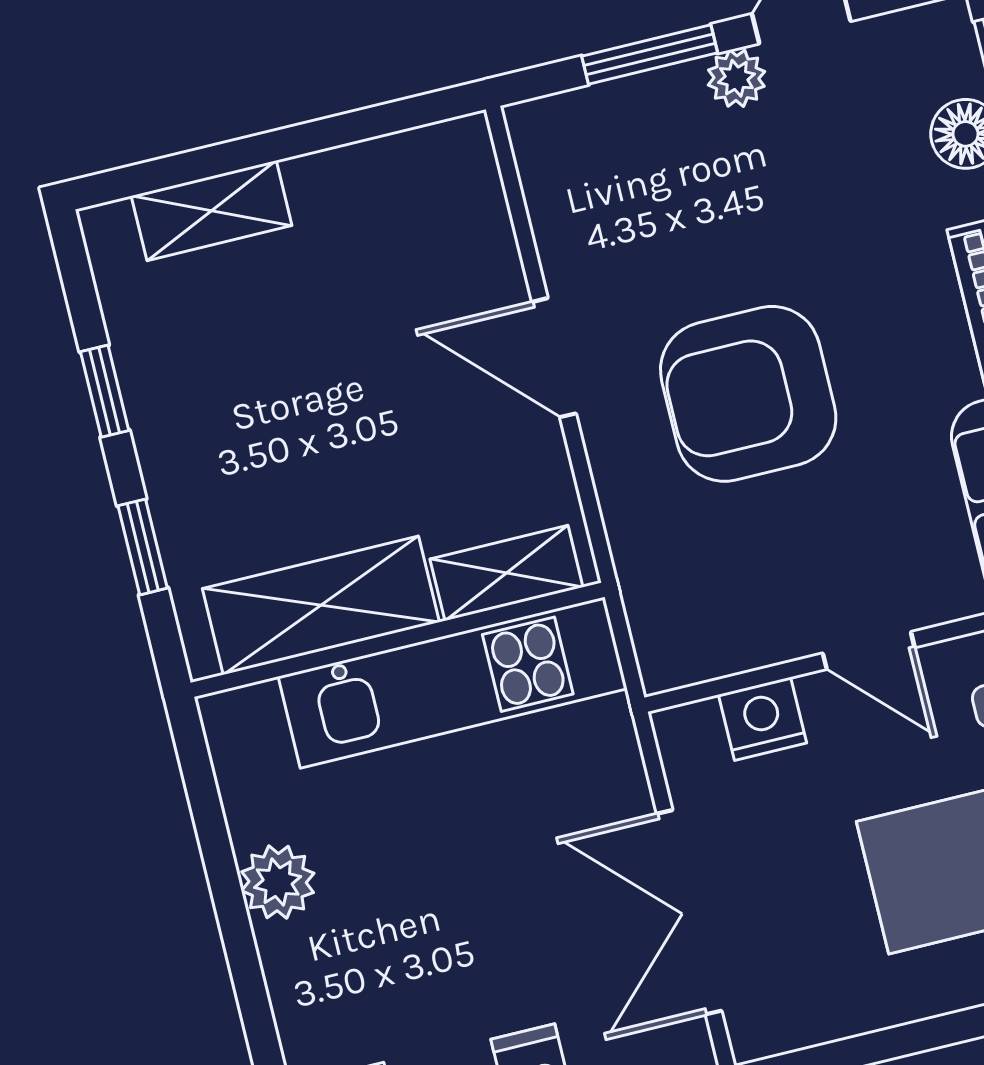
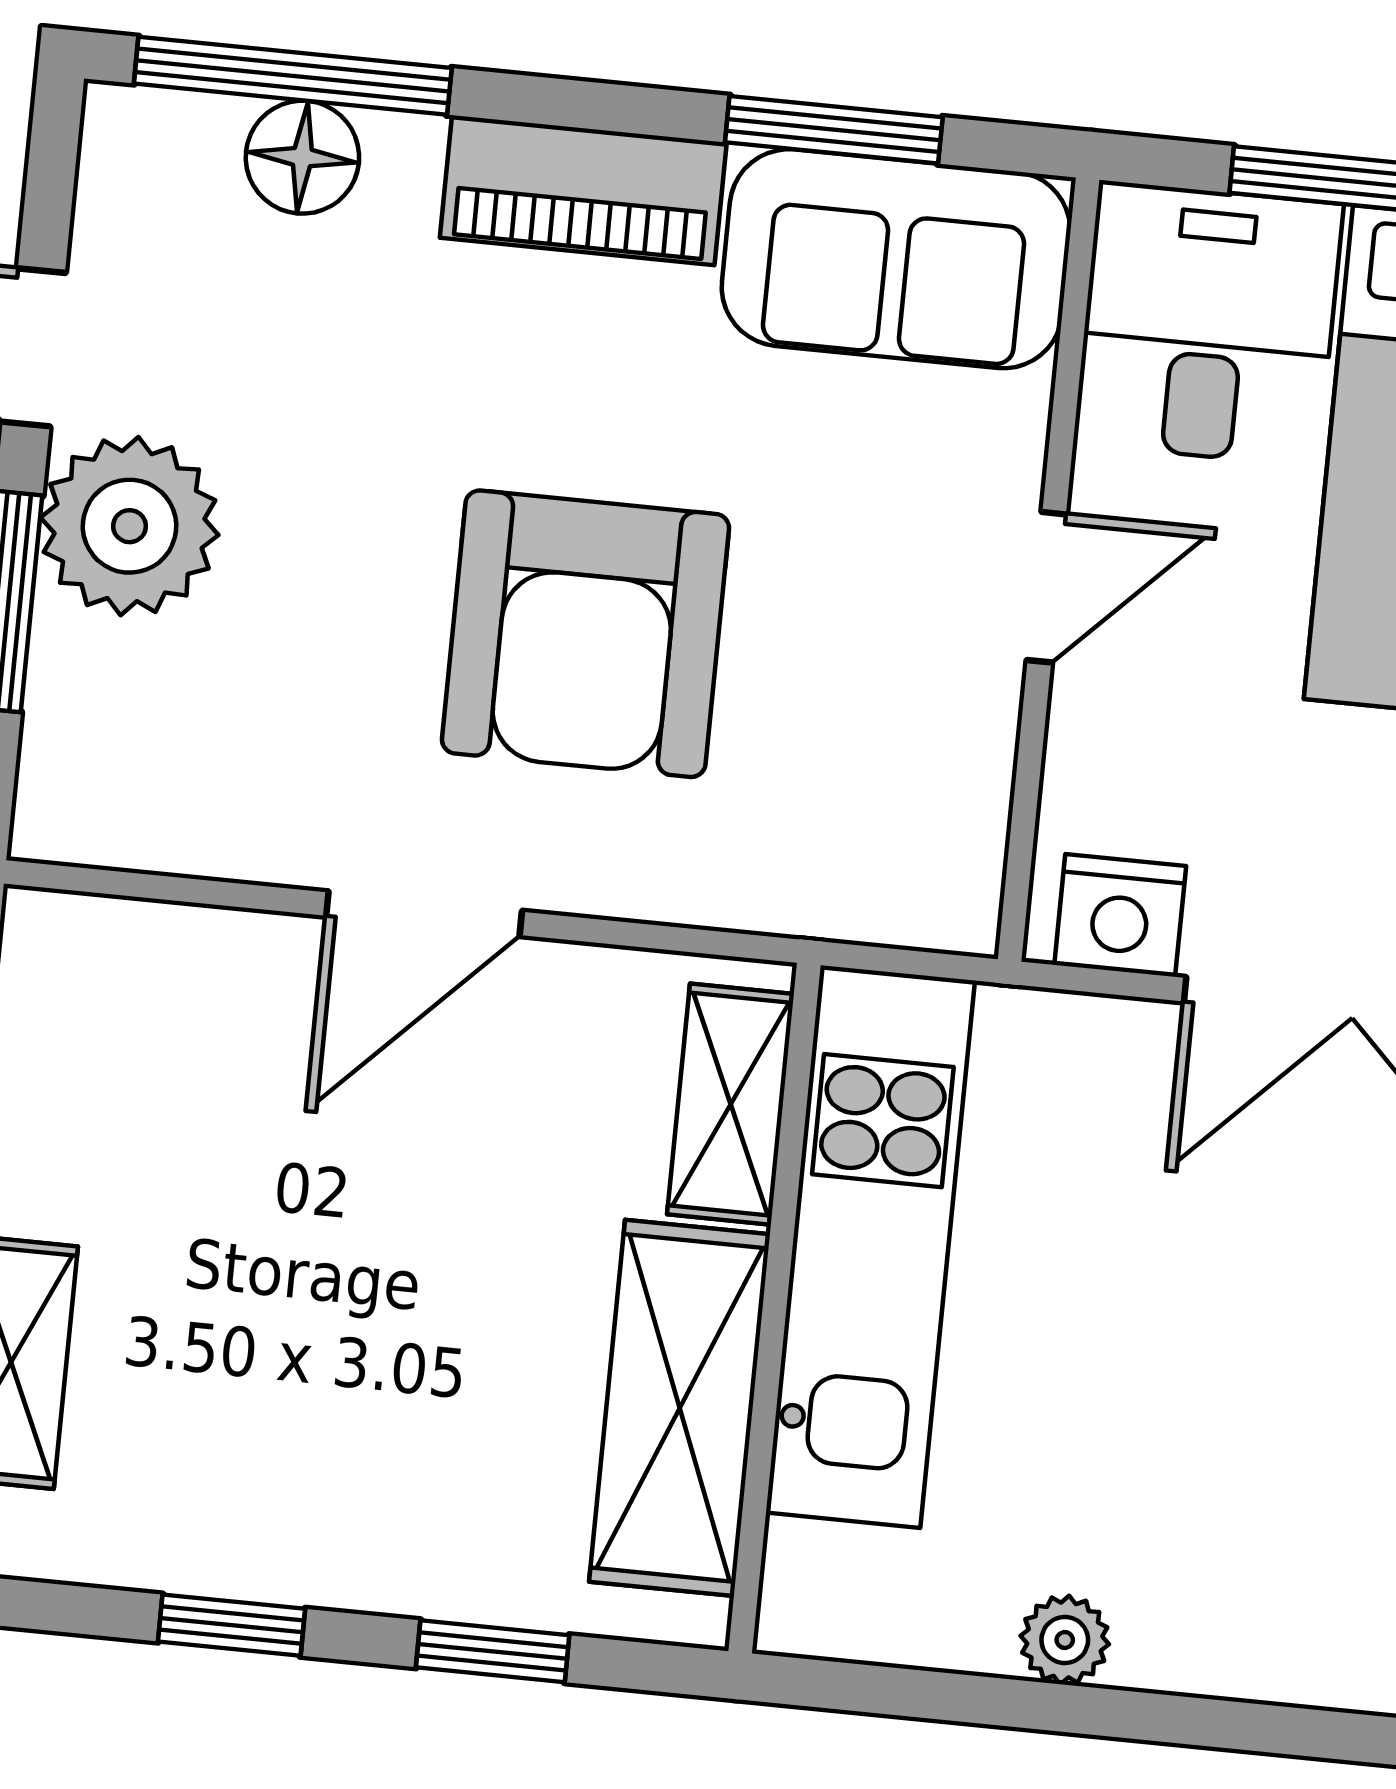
plant: (736, 78) -> (130, 526), width x1.88, depth x1.88
nightstand: (762, 719) -> (1120, 915), moved, turned -90
plant: (278, 882) -> (1065, 1640), width x0.73, depth x0.73

